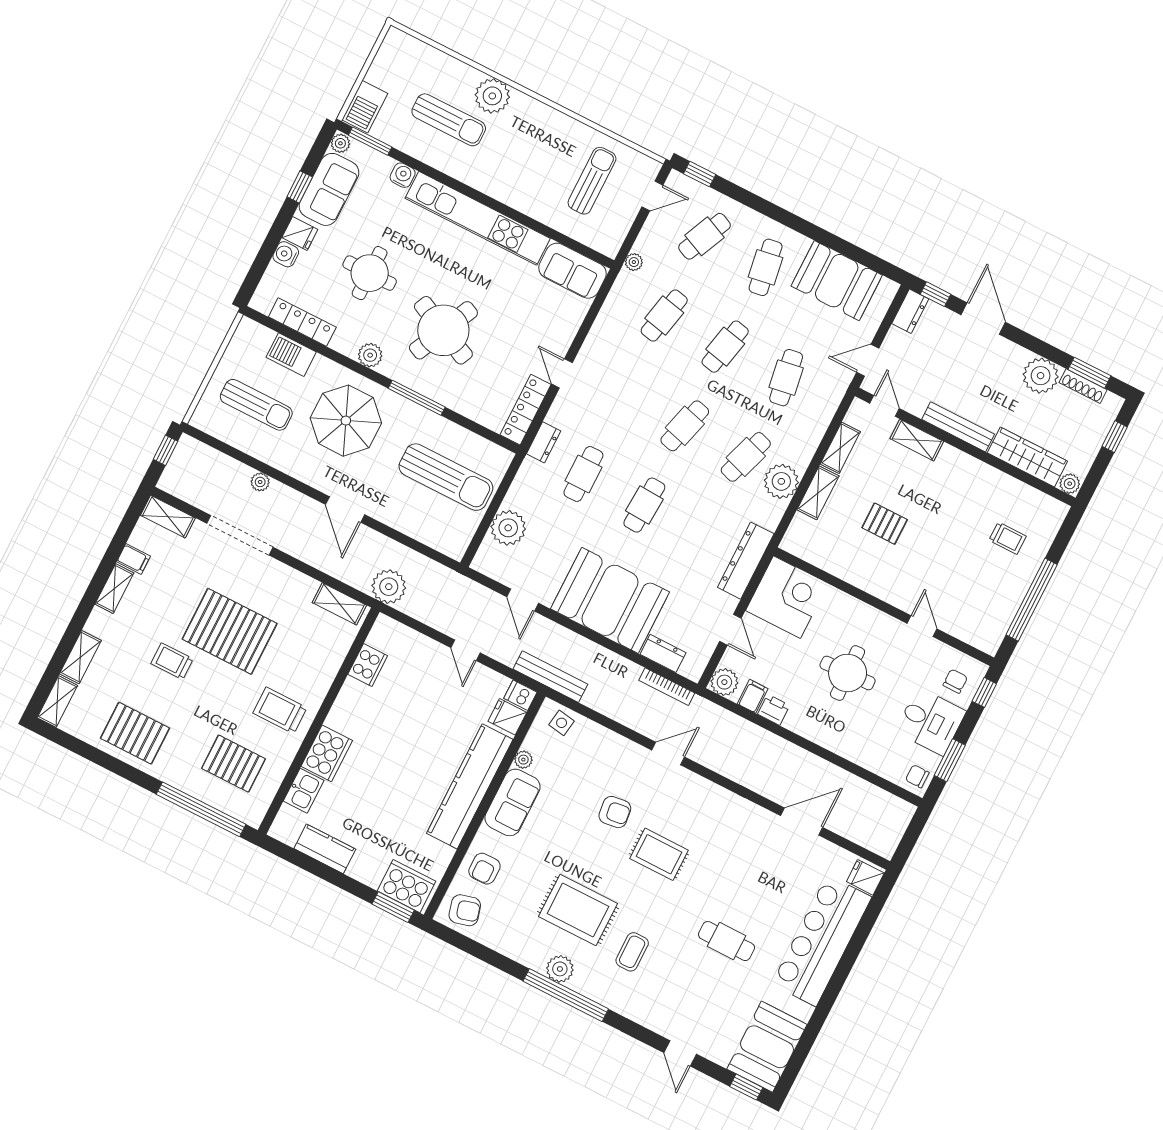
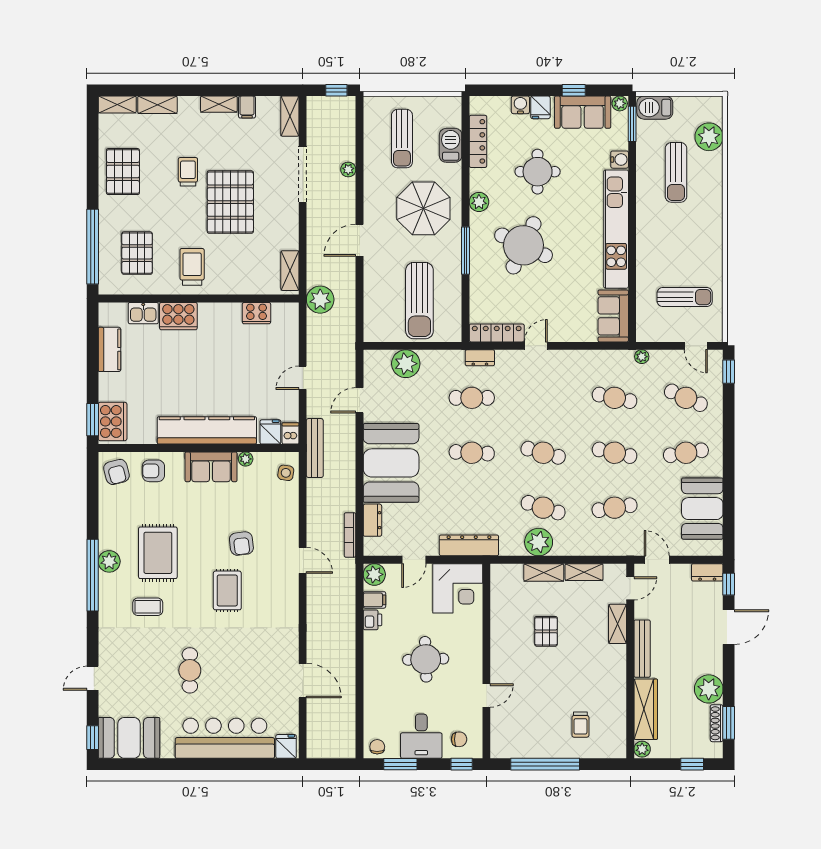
plant: (492, 96) -> (709, 137), moved

